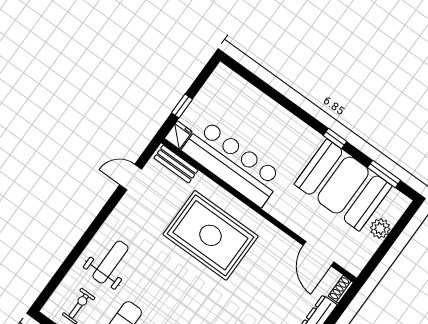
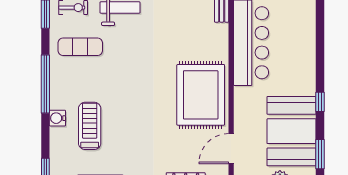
rug: (211, 235) -> (201, 95), moved

